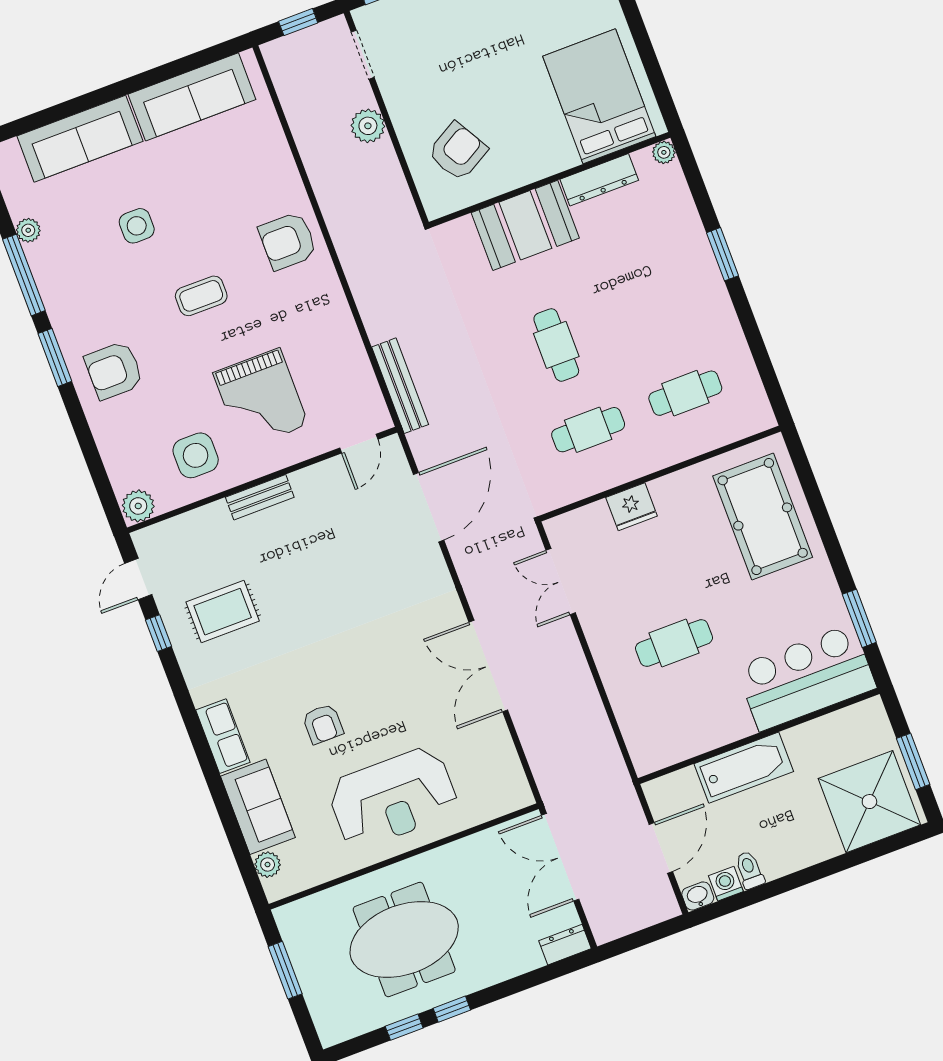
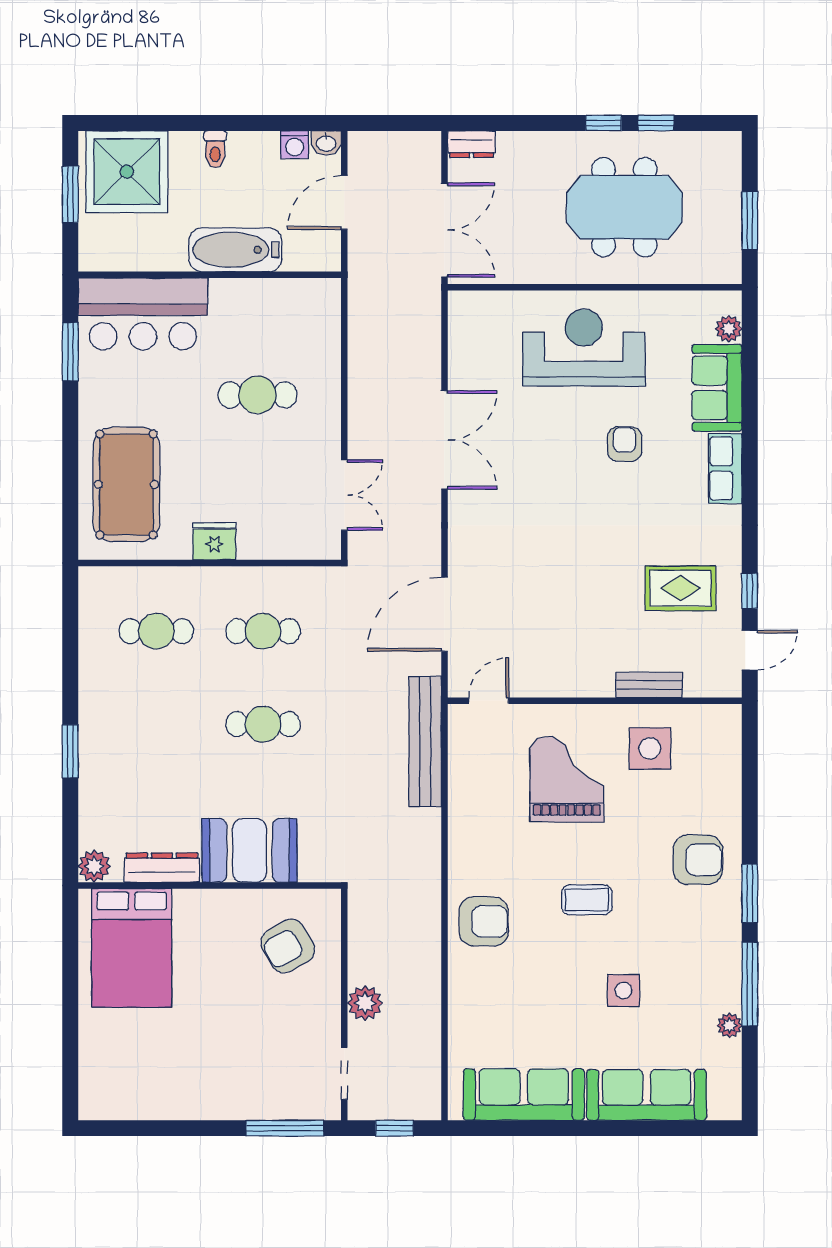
plant: (664, 152) -> (94, 866), width x1.38, depth x1.38
cafe table: (556, 345) -> (263, 724), turned 90
bench: (400, 386) -> (425, 741), width x1.37, depth x1.21
bench: (260, 497) -> (649, 685), moved
plant: (138, 506) -> (723, 720), removed
fridge: (632, 507) -> (214, 541), moved
toilet: (750, 870) -> (215, 149), moved

